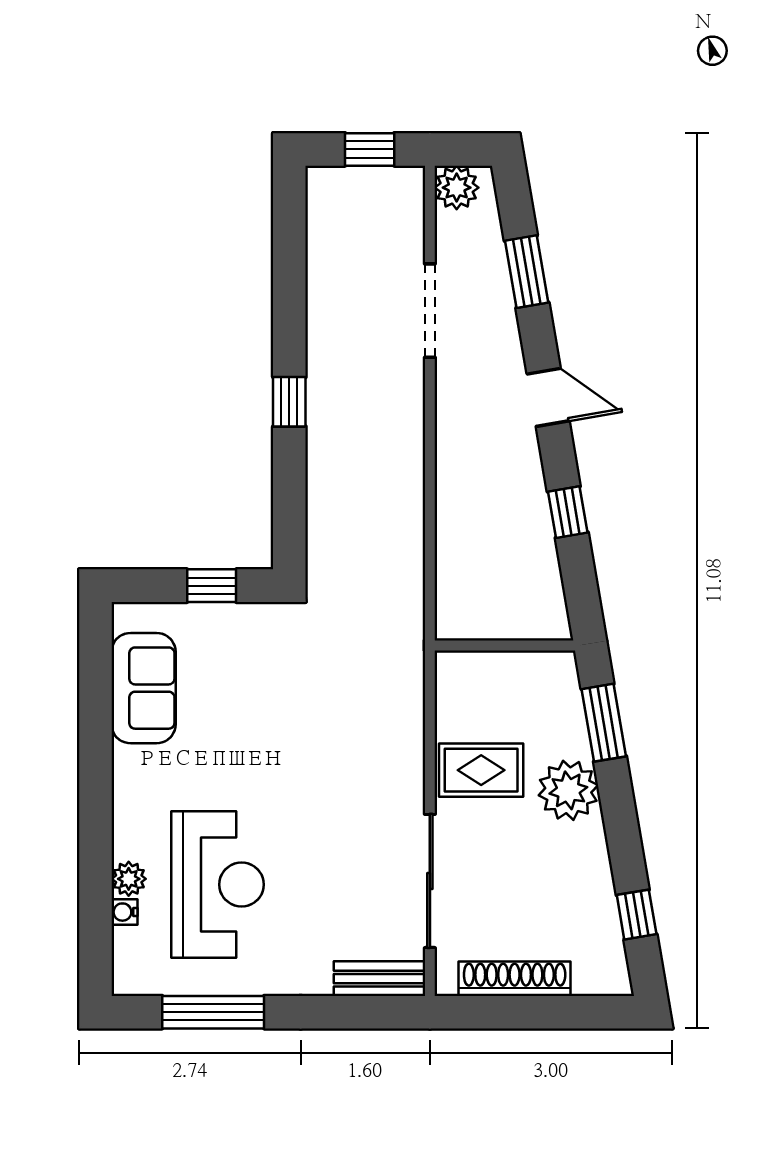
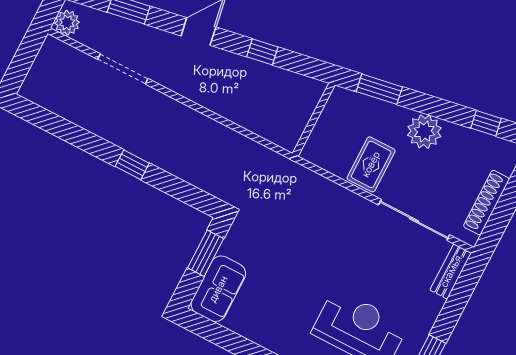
window: (370, 149) -> (25, 57), removed
window: (212, 586) -> (206, 253), width x1.50
sofa: (144, 688) -> (218, 289), moved, turned 90
plant: (568, 790) -> (424, 132), moved

